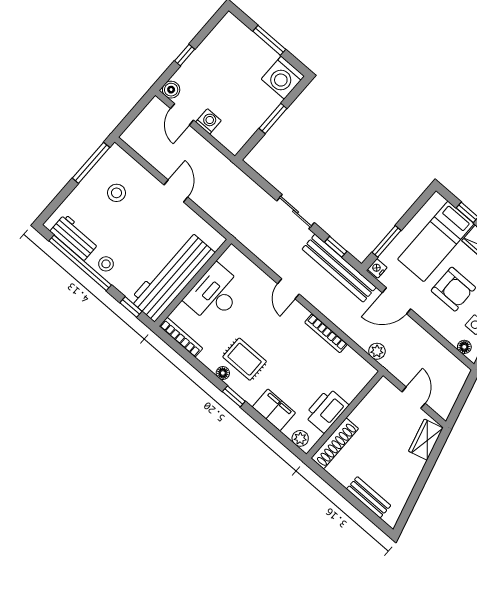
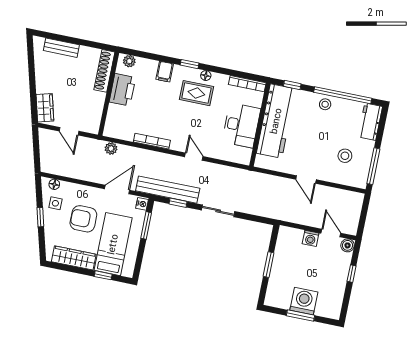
washing machine: (283, 78) -> (304, 301), moved
workbench: (74, 237) -> (370, 122), moved, turned 90
filing cabinet: (274, 410) -> (165, 72), width x0.50

